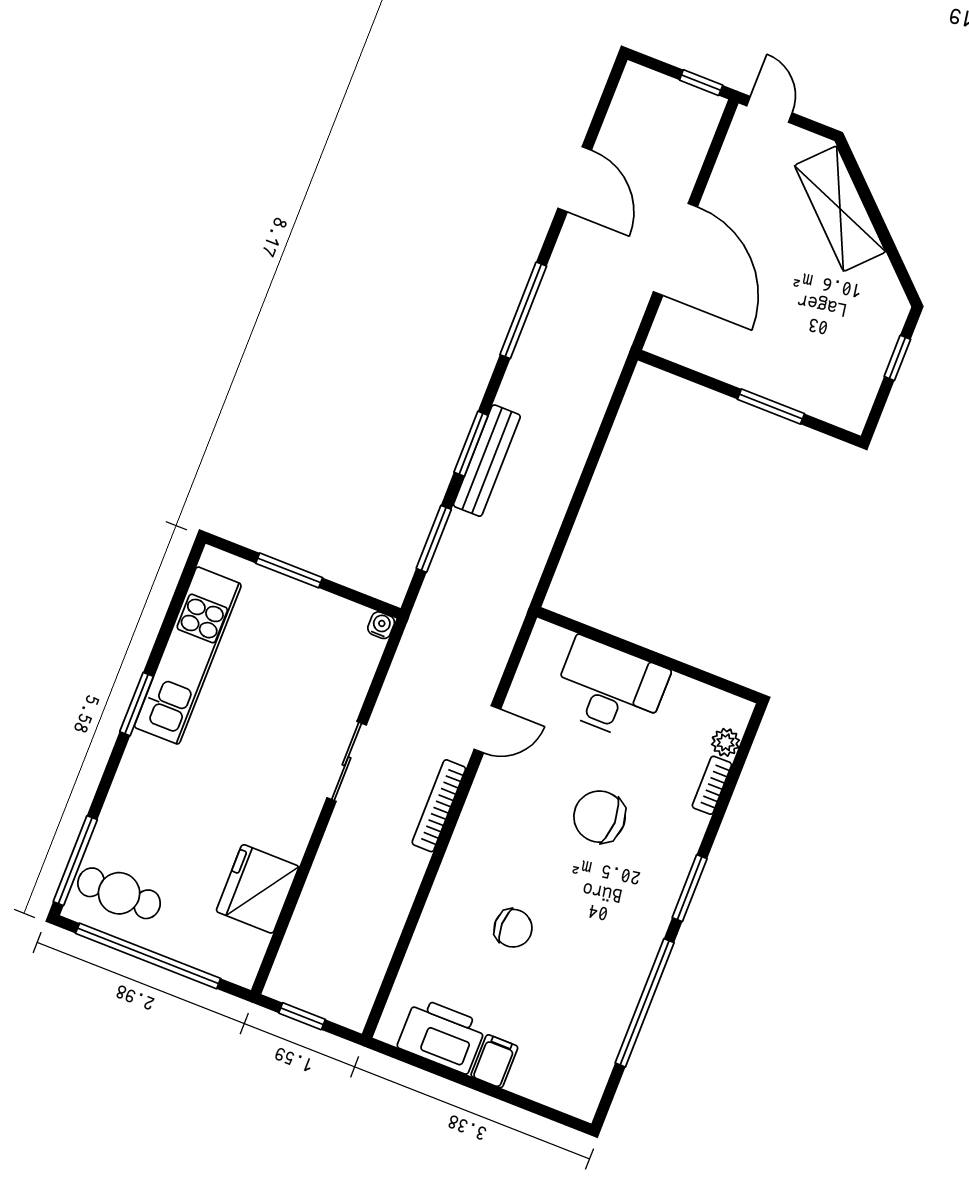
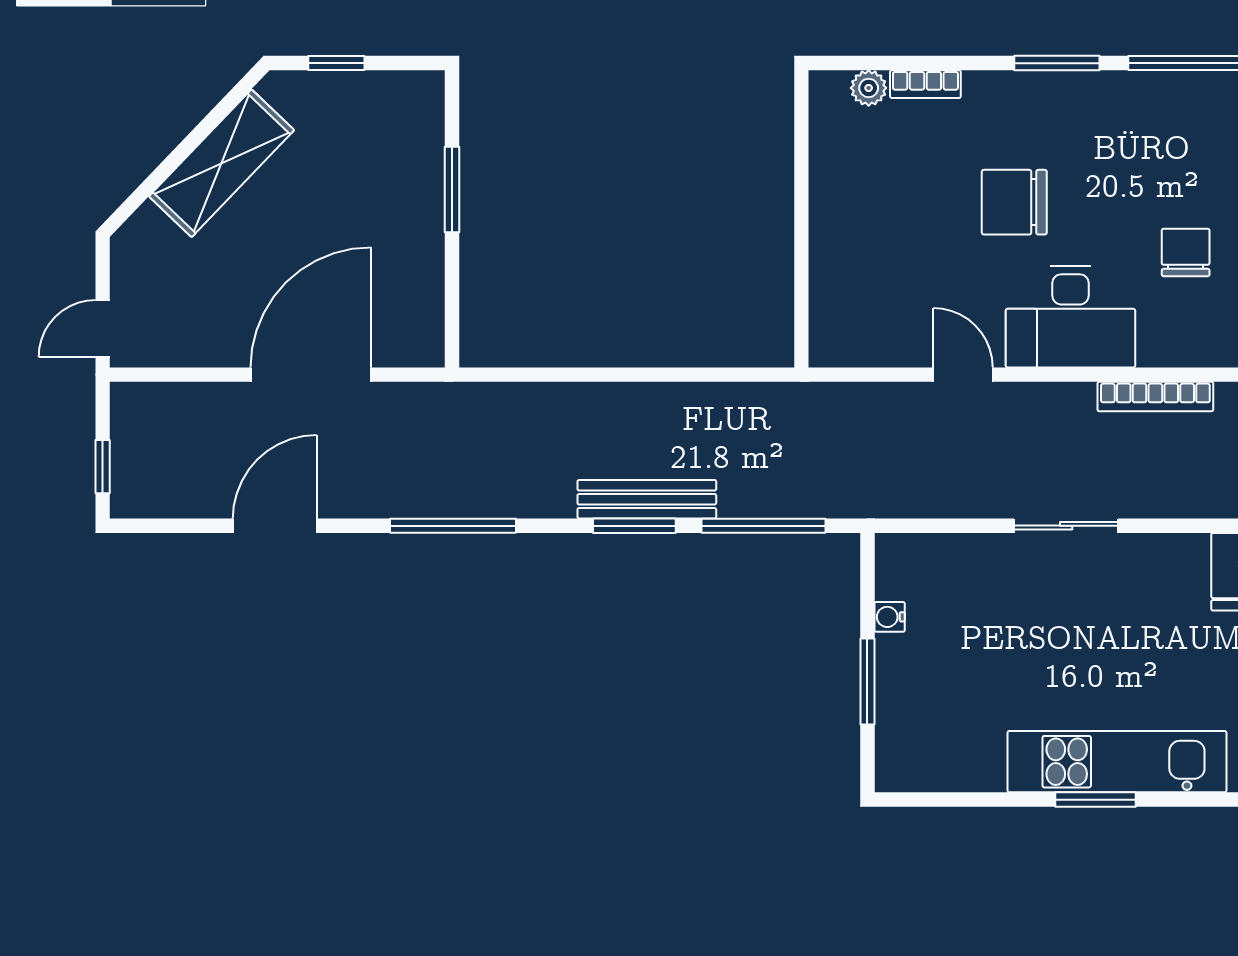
window: (701, 83) -> (103, 467), moved
shelving: (840, 209) -> (222, 163), moved
window: (434, 539) -> (764, 526), width x1.44
water cooler: (381, 625) -> (890, 617), moved
kitchen unit: (188, 656) -> (1117, 762), moved
desk: (610, 689) -> (1071, 317), moved, turned -90
bookcase: (439, 806) -> (1155, 397), moved
chair: (600, 817) -> (1014, 202), turned 90

